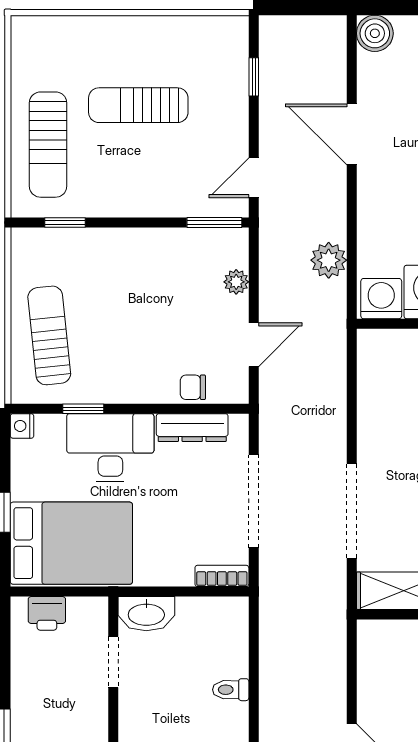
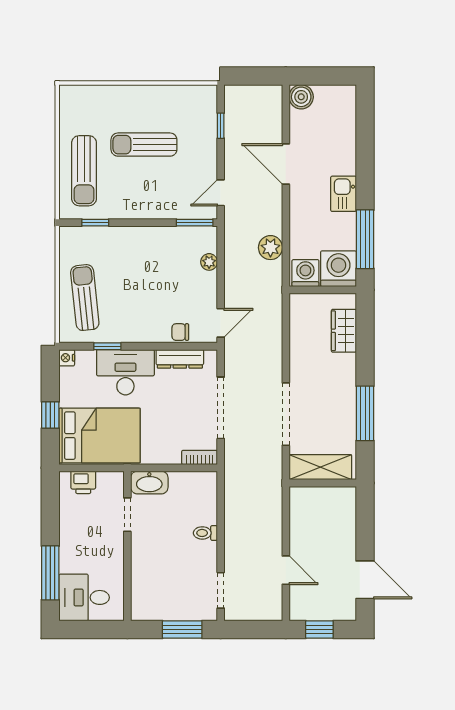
door: (254, 345) -> (221, 323), moved

